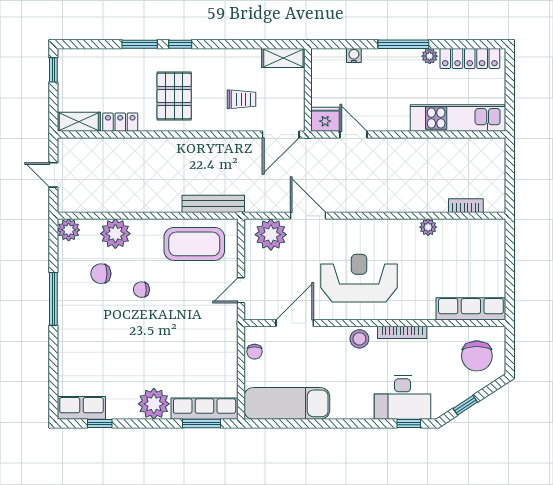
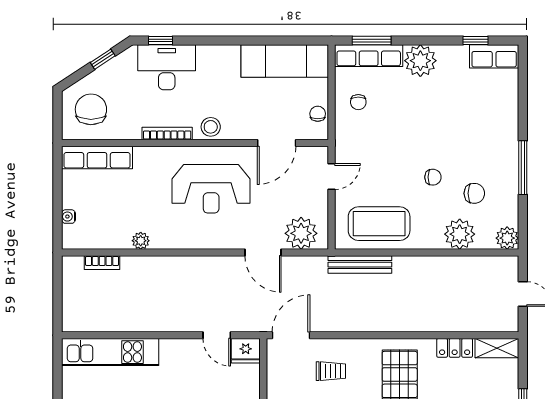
trolley: (241, 99) -> (331, 371), turned 180
water cooler: (499, 251) -> (69, 217), added
chair: (215, 363) -> (358, 102), added

